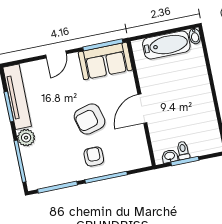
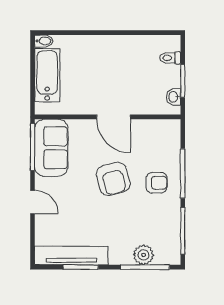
plant: (26, 138) -> (143, 255), moved
toilet: (183, 150) -> (170, 58), moved
armchair: (94, 156) -> (156, 183), turned 180

